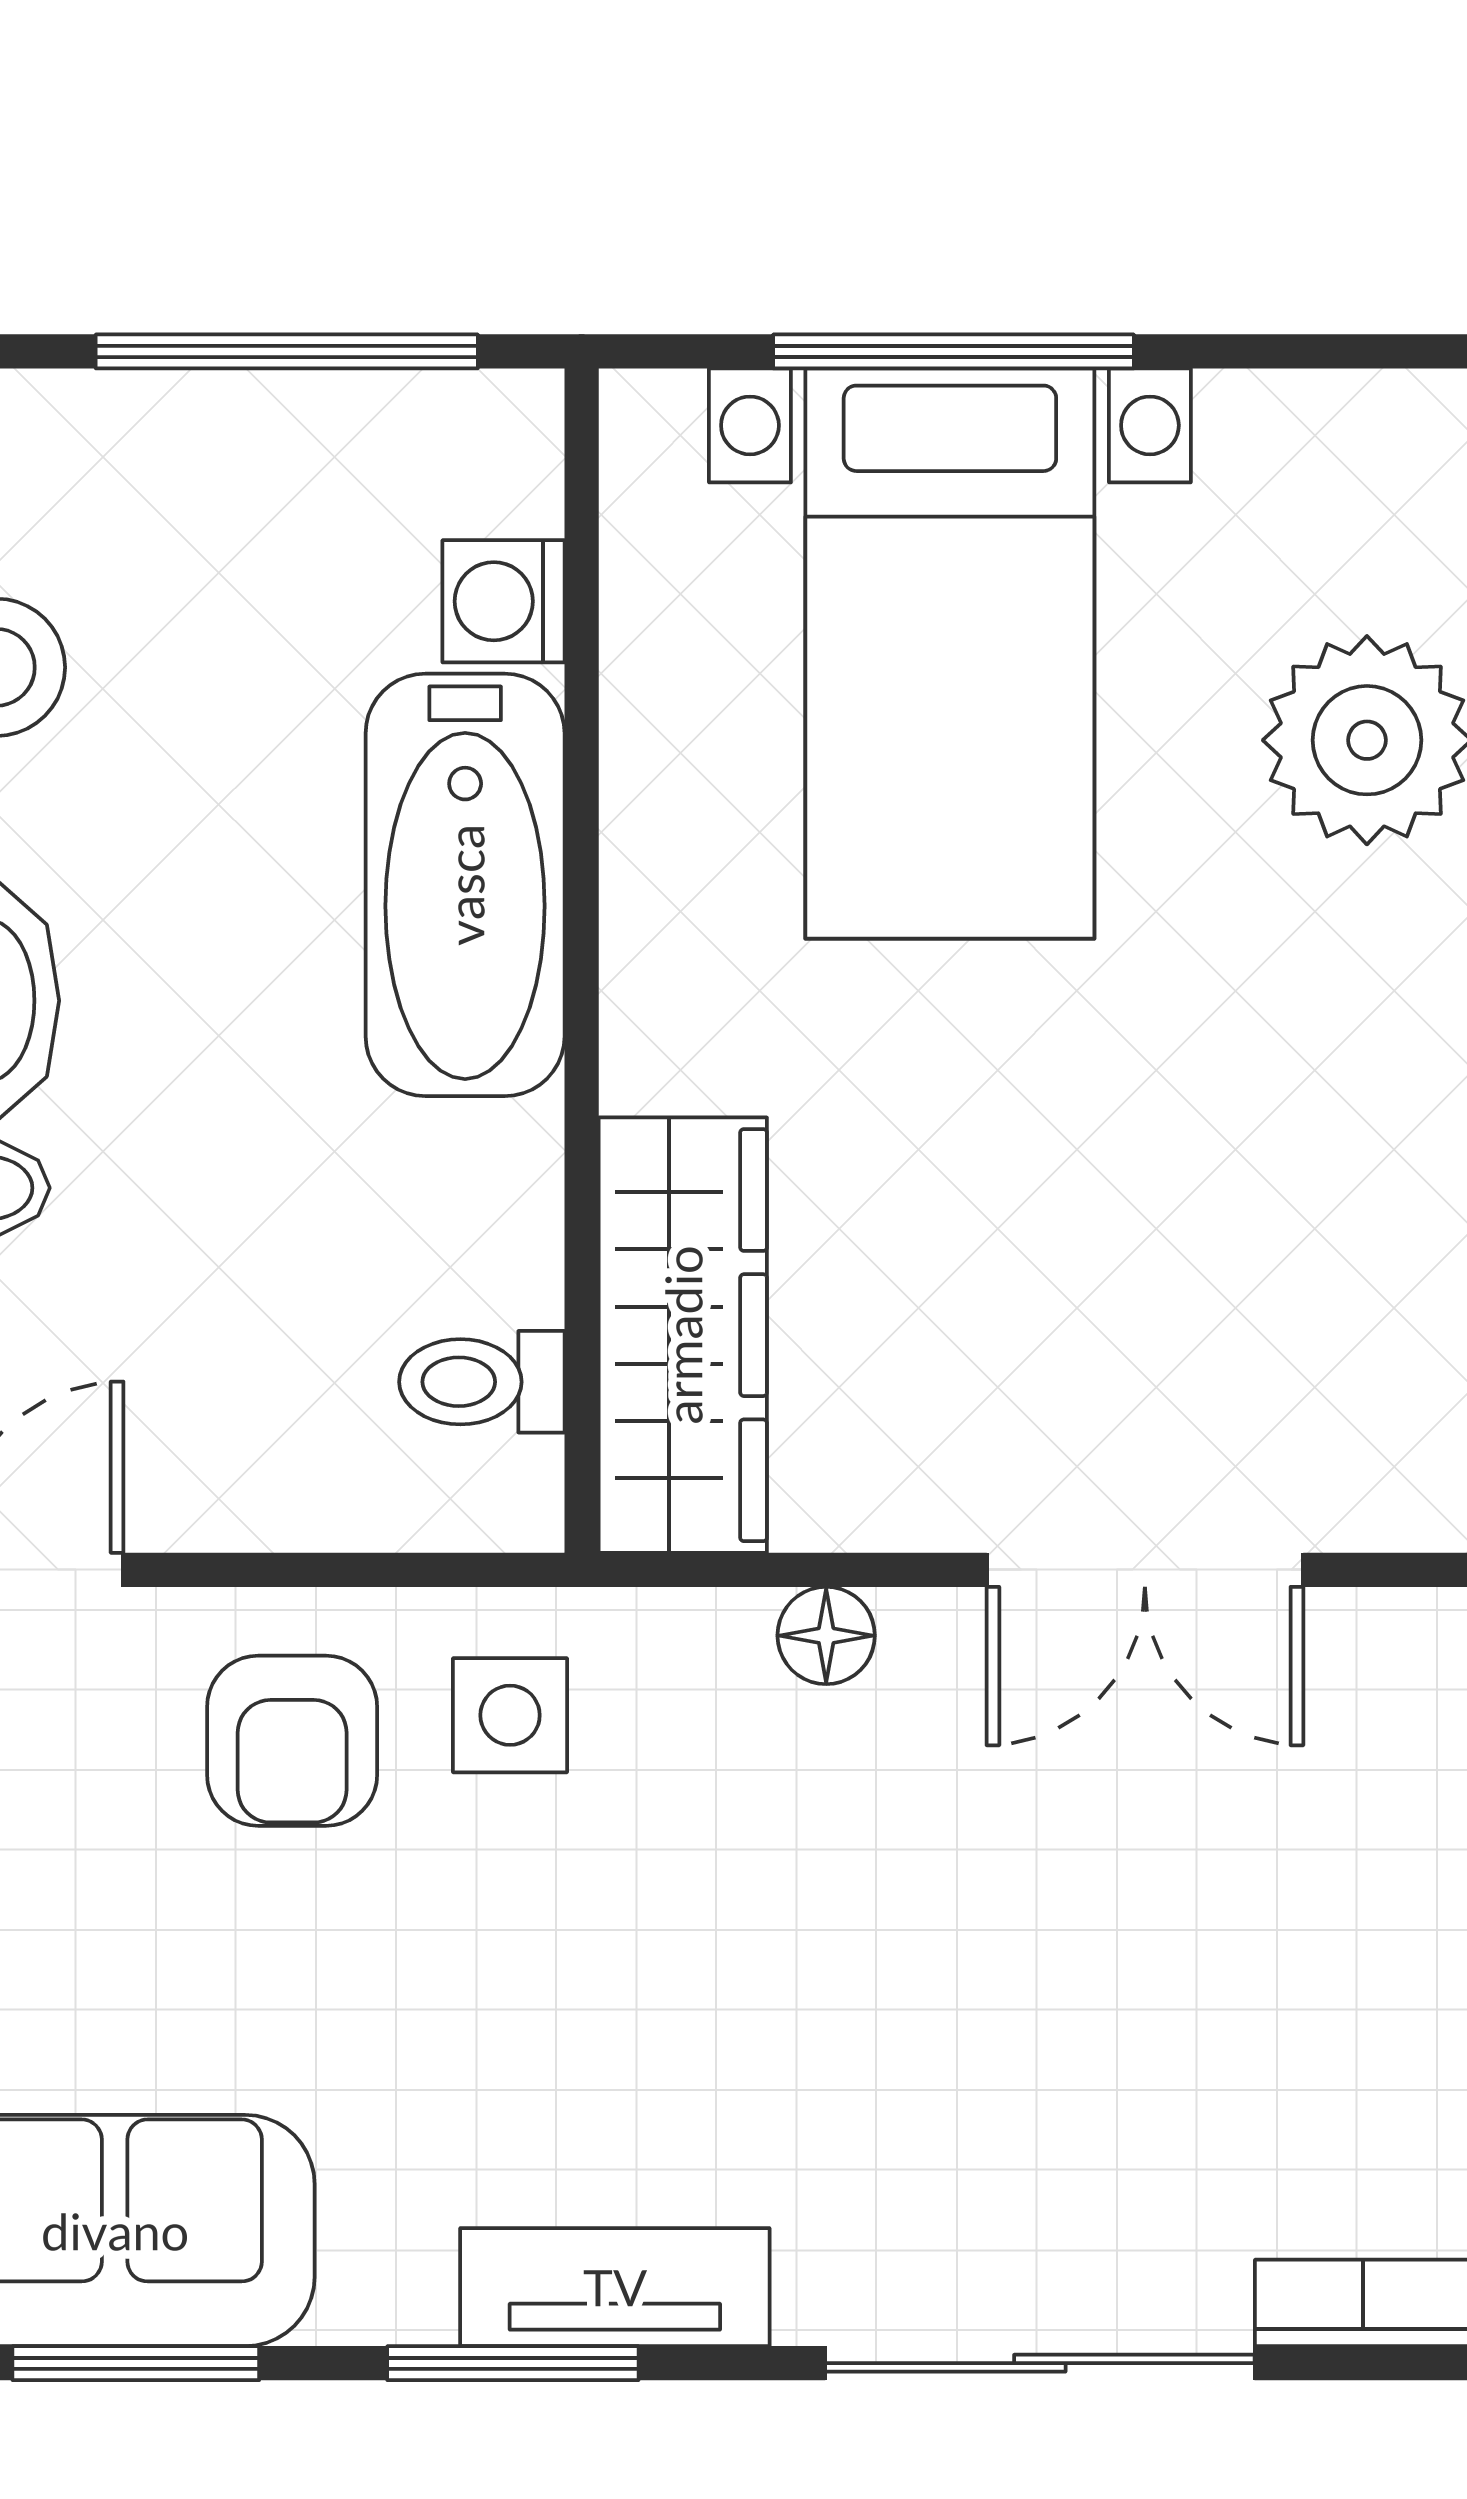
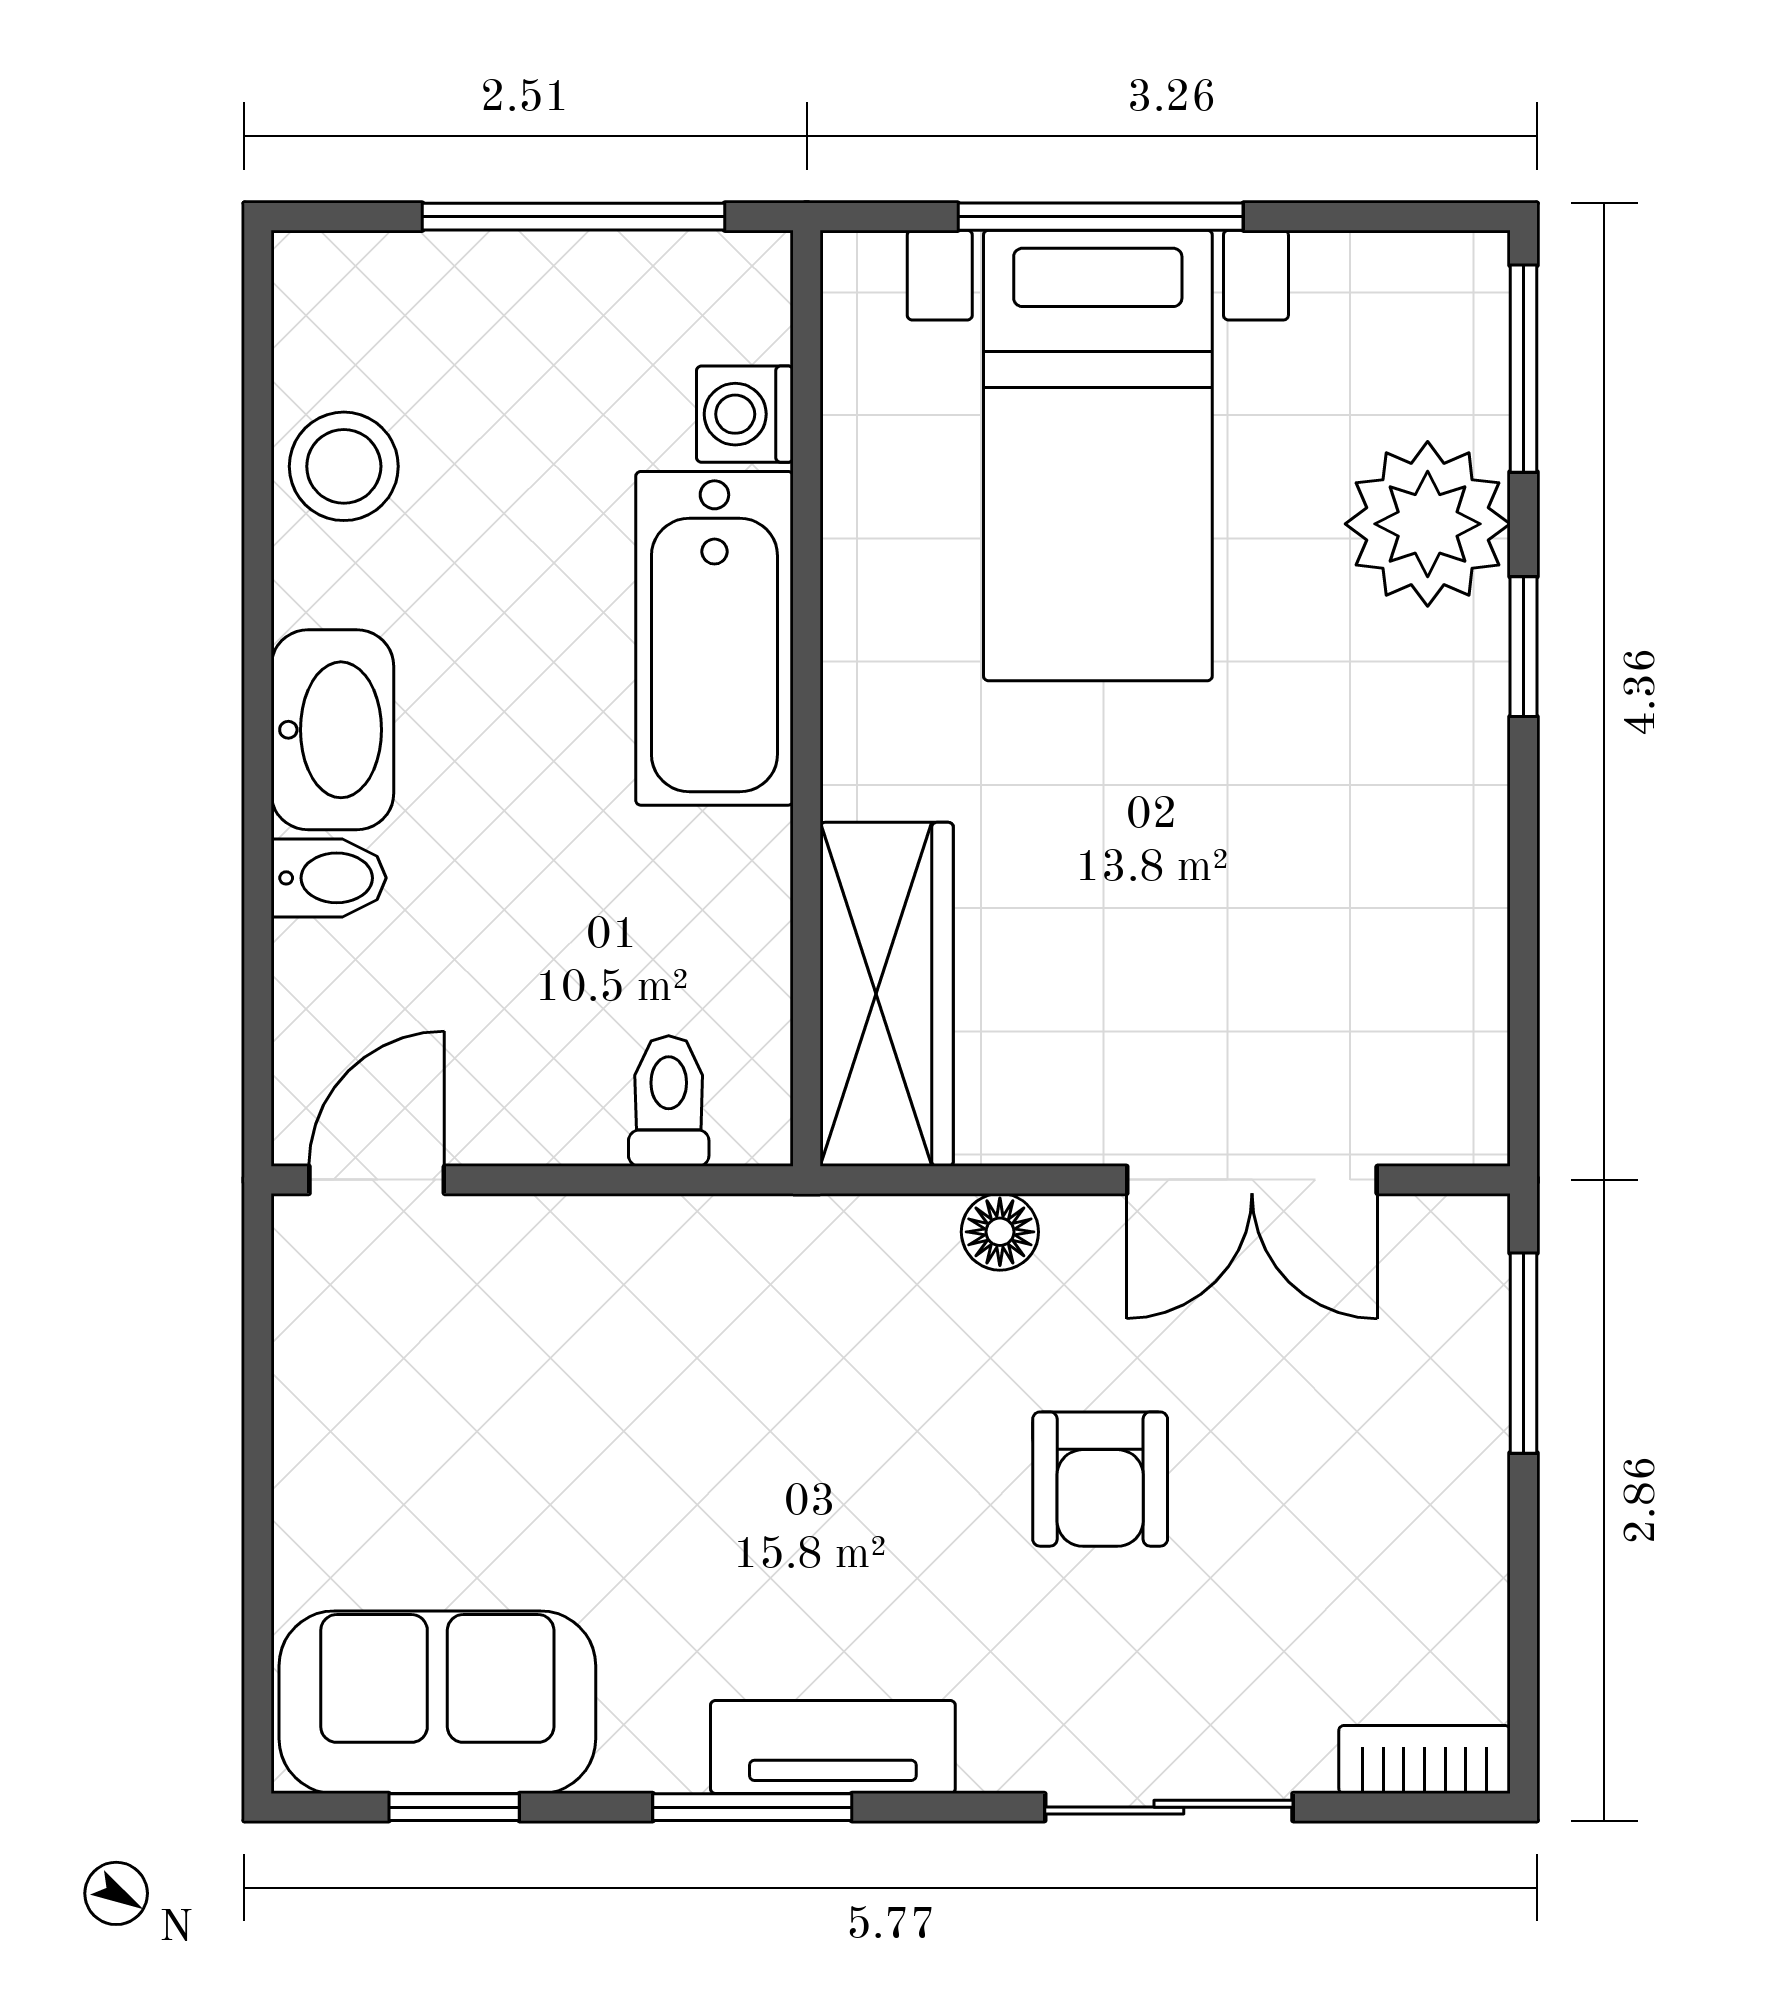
toilet: (482, 1382) -> (669, 1101), moved, turned 90
side table: (510, 1715) -> (750, 1295), removed
armchair: (292, 1741) -> (1100, 1479), moved
window: (136, 2363) -> (454, 1807), width x0.67
sliding door: (1040, 2363) -> (1169, 1807), width x0.73

